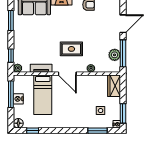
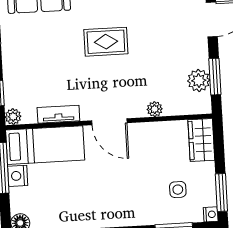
rug: (71, 49) -> (106, 42), moved
window: (123, 53) -> (215, 77), width x0.69
bed: (43, 95) -> (45, 145), moved, turned -90

